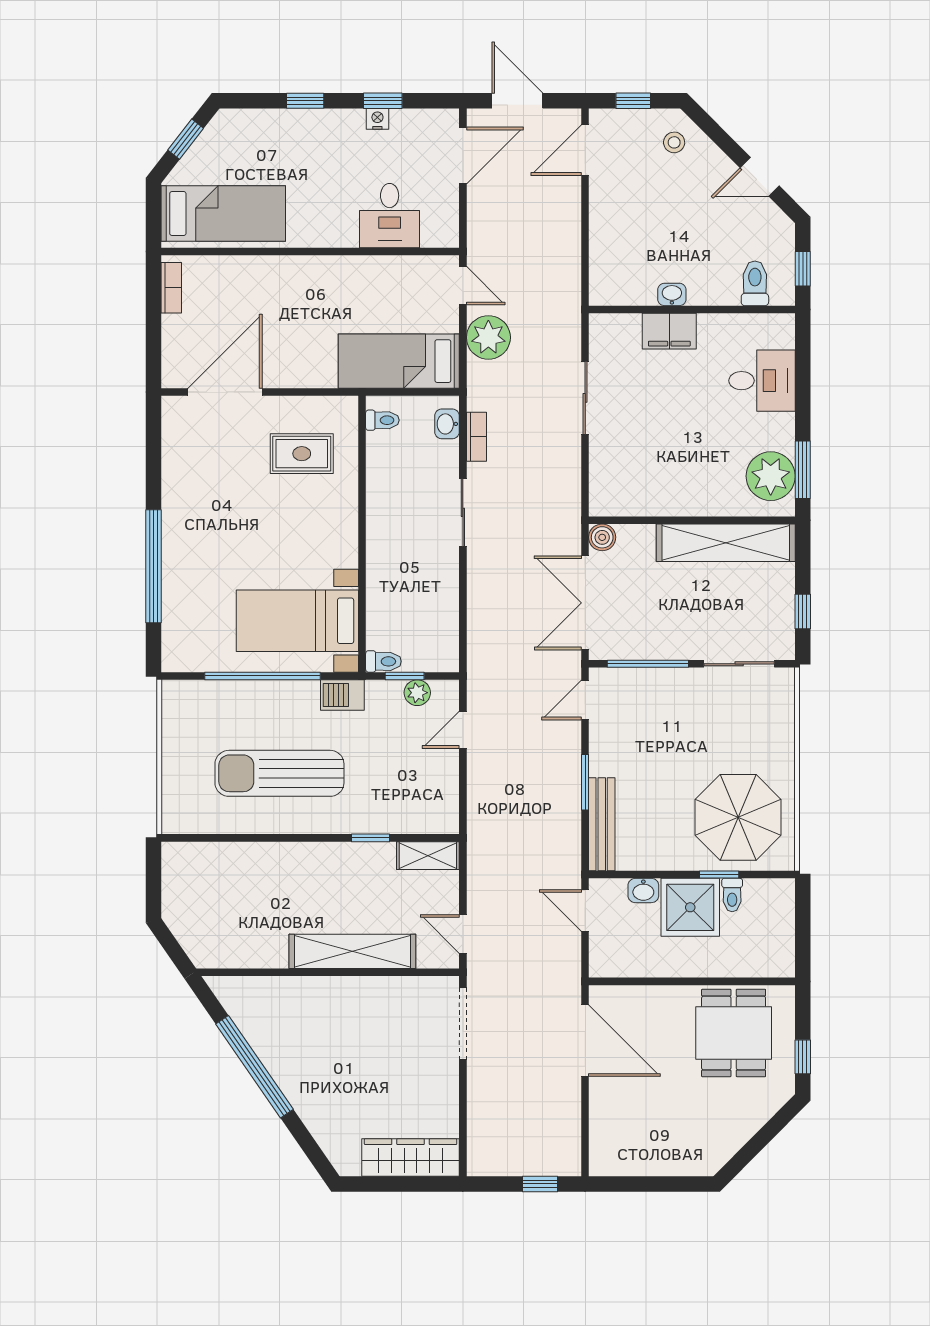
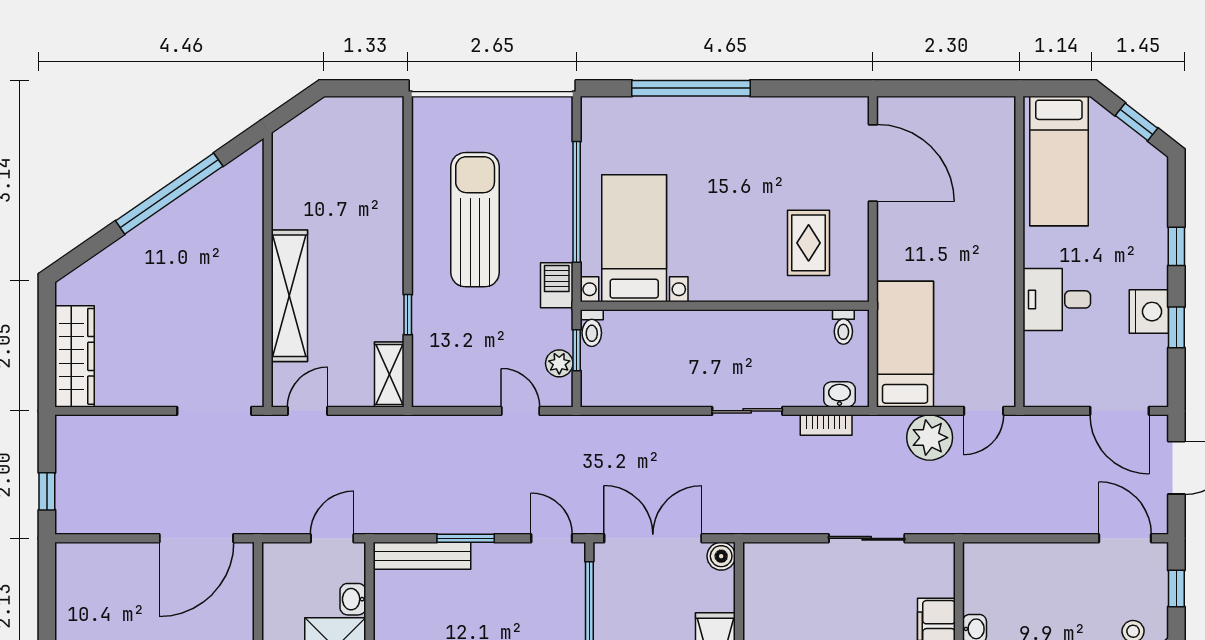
nightstand: (377, 119) -> (1149, 312), width x1.89, depth x1.79
desk: (390, 216) -> (1057, 299), moved
bookcase: (171, 288) -> (981, 107), removed

